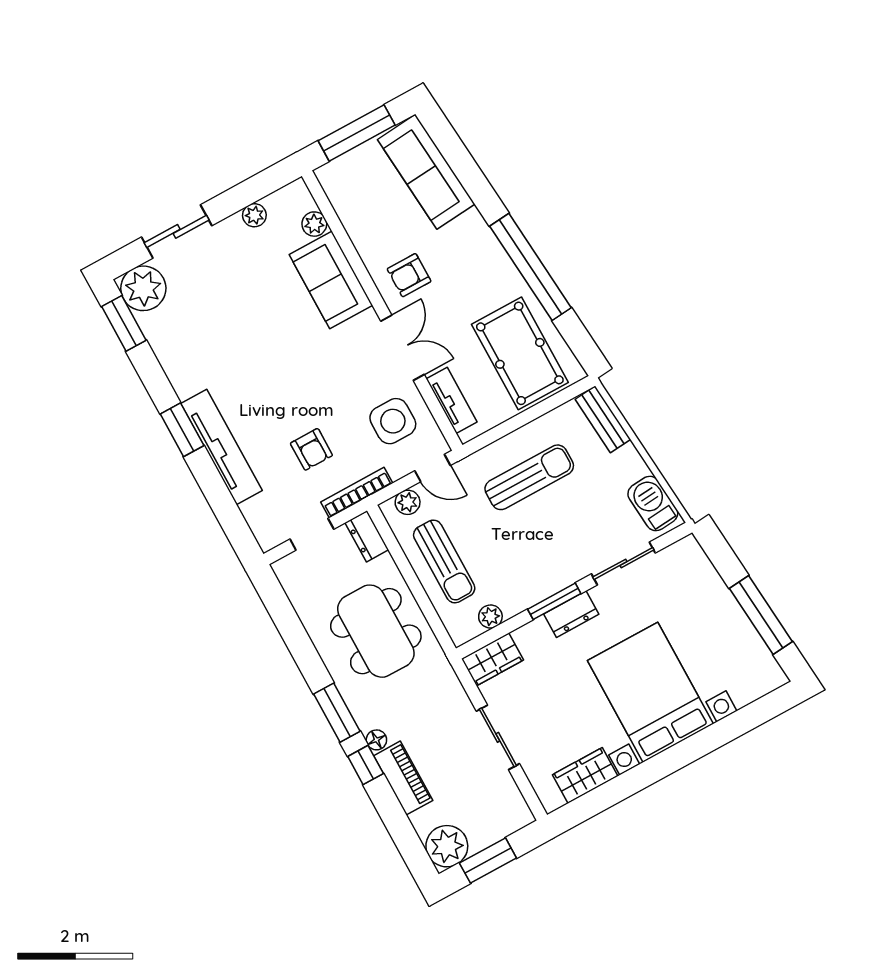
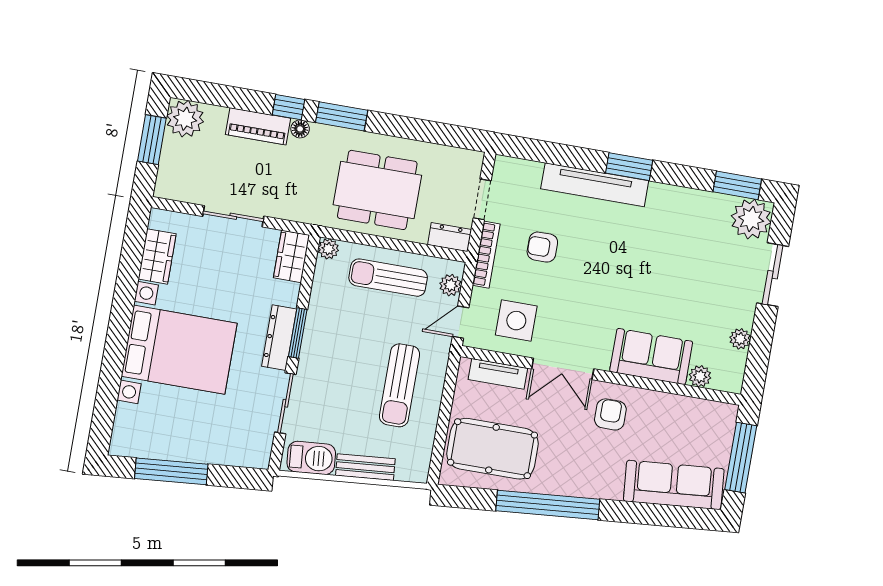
bench: (603, 419) -> (365, 467), moved
dresser: (571, 614) -> (279, 338), width x1.44
plant: (490, 616) -> (328, 249), moved

